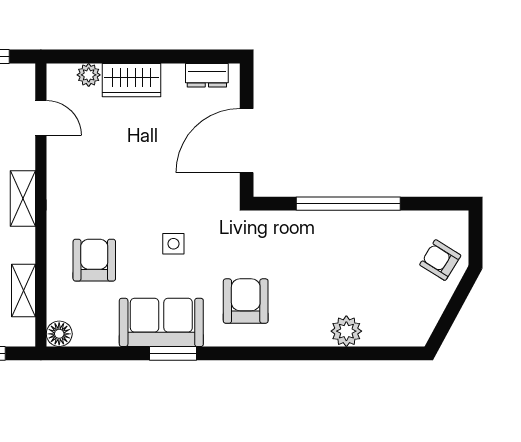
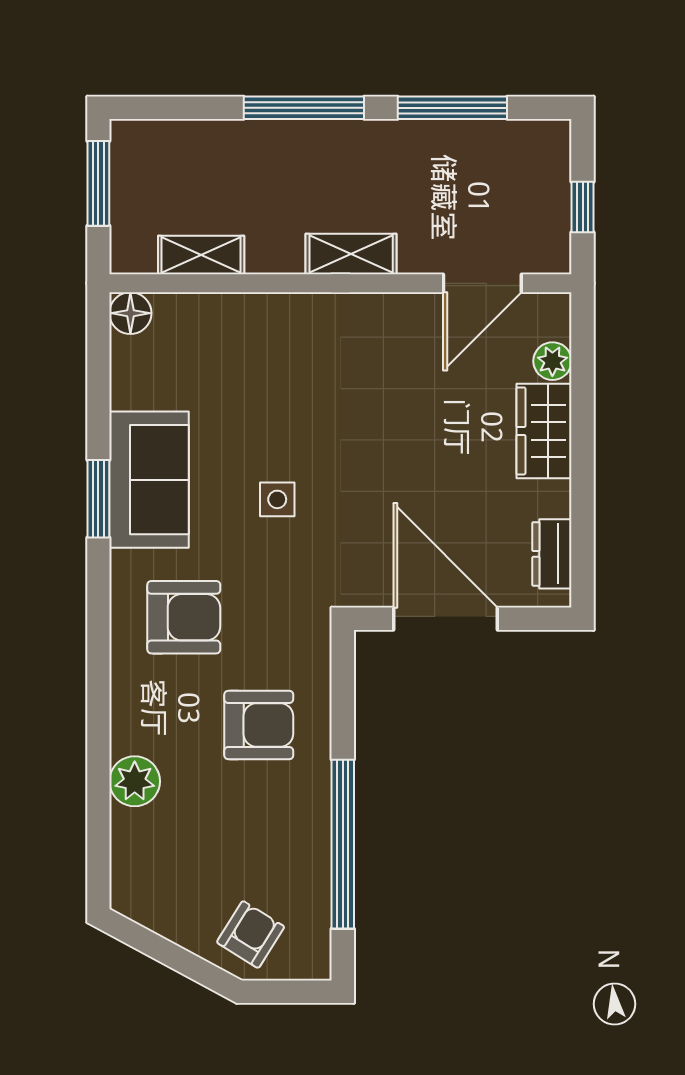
door: (41, 118) -> (482, 283), width x1.37
window: (348, 204) -> (343, 844), moved
armchair: (94, 260) -> (259, 725), moved

